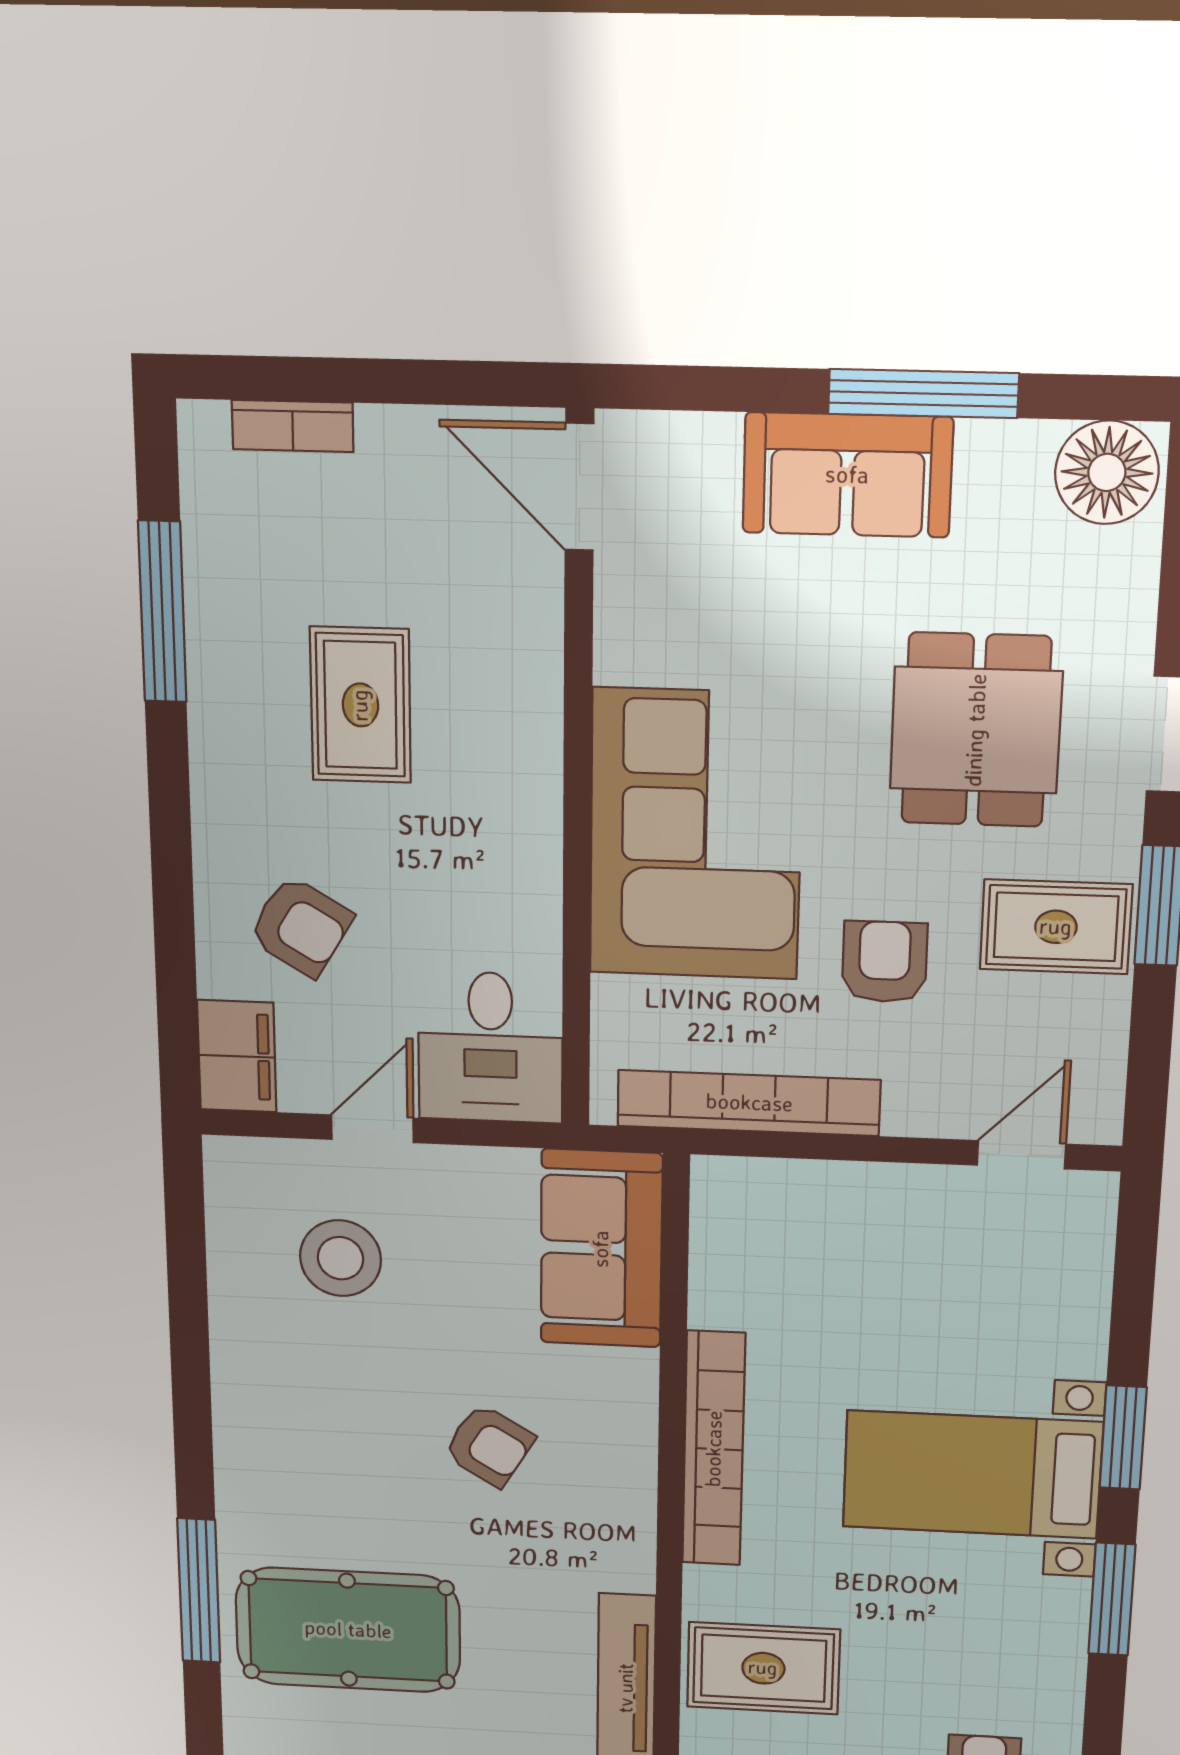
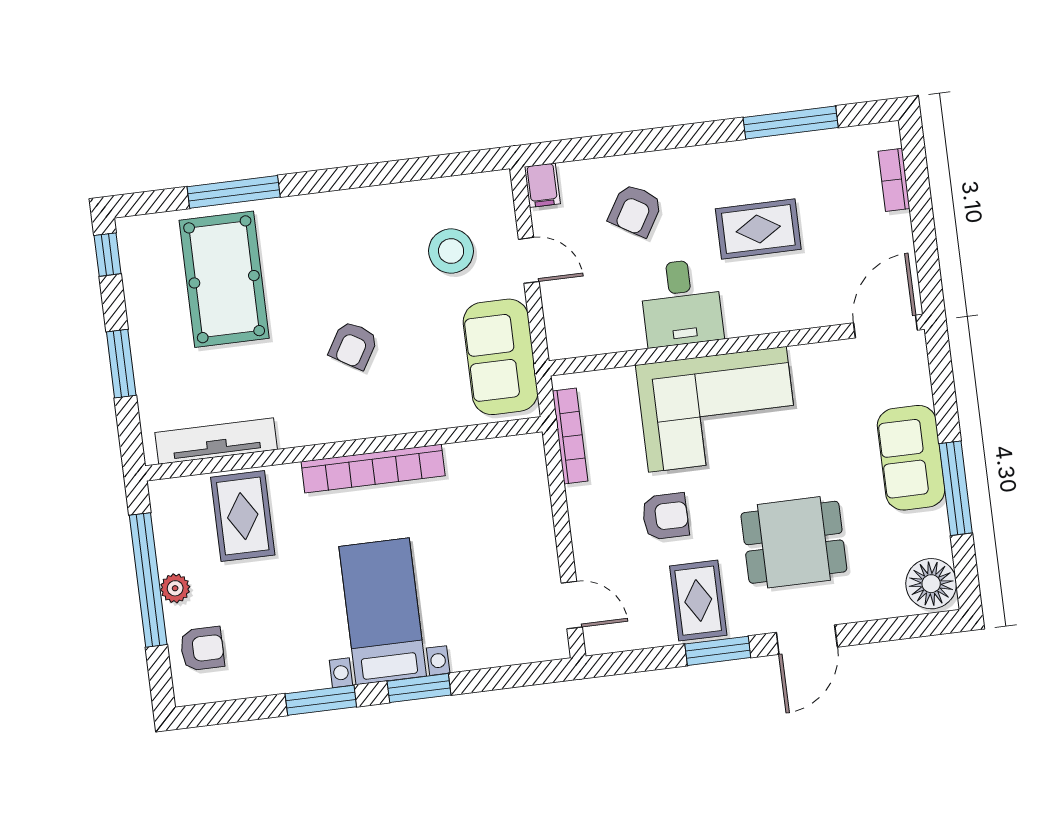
desk: (490, 1047) -> (681, 303), moved, turned -90
filing cabinet: (237, 1056) -> (542, 185), width x0.50
bookcase: (749, 1103) -> (570, 436), width x0.68, depth x0.76
sofa: (601, 1249) -> (501, 357), moved, turned -90

